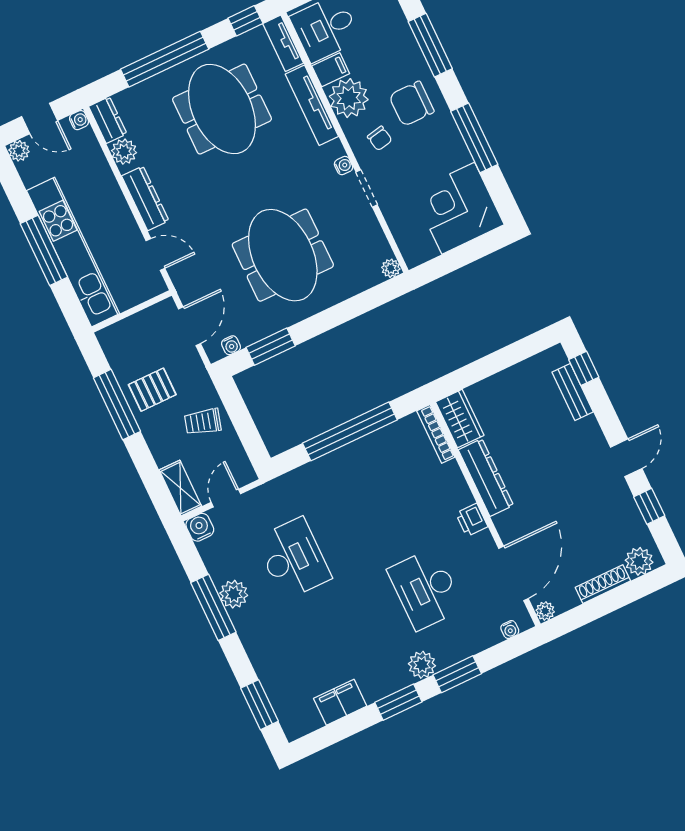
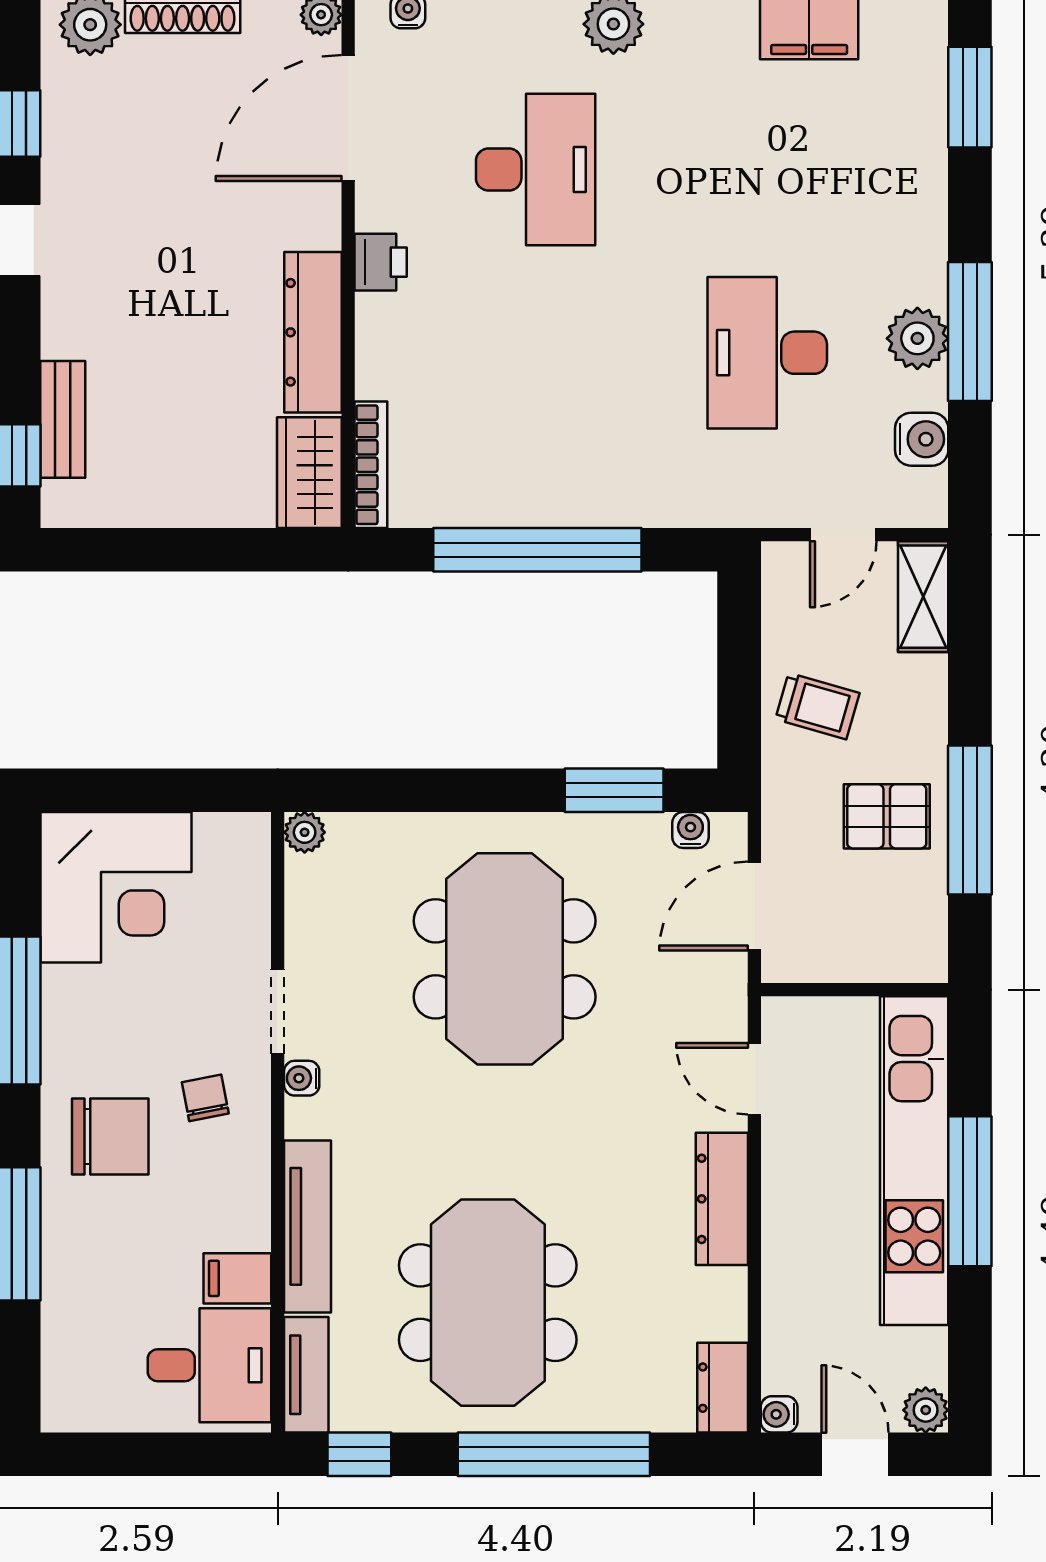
plant: (349, 98) -> (228, 1206), removed
plant: (124, 152) -> (720, 1311), removed
water cooler: (200, 527) -> (922, 439), moved, turned -90

